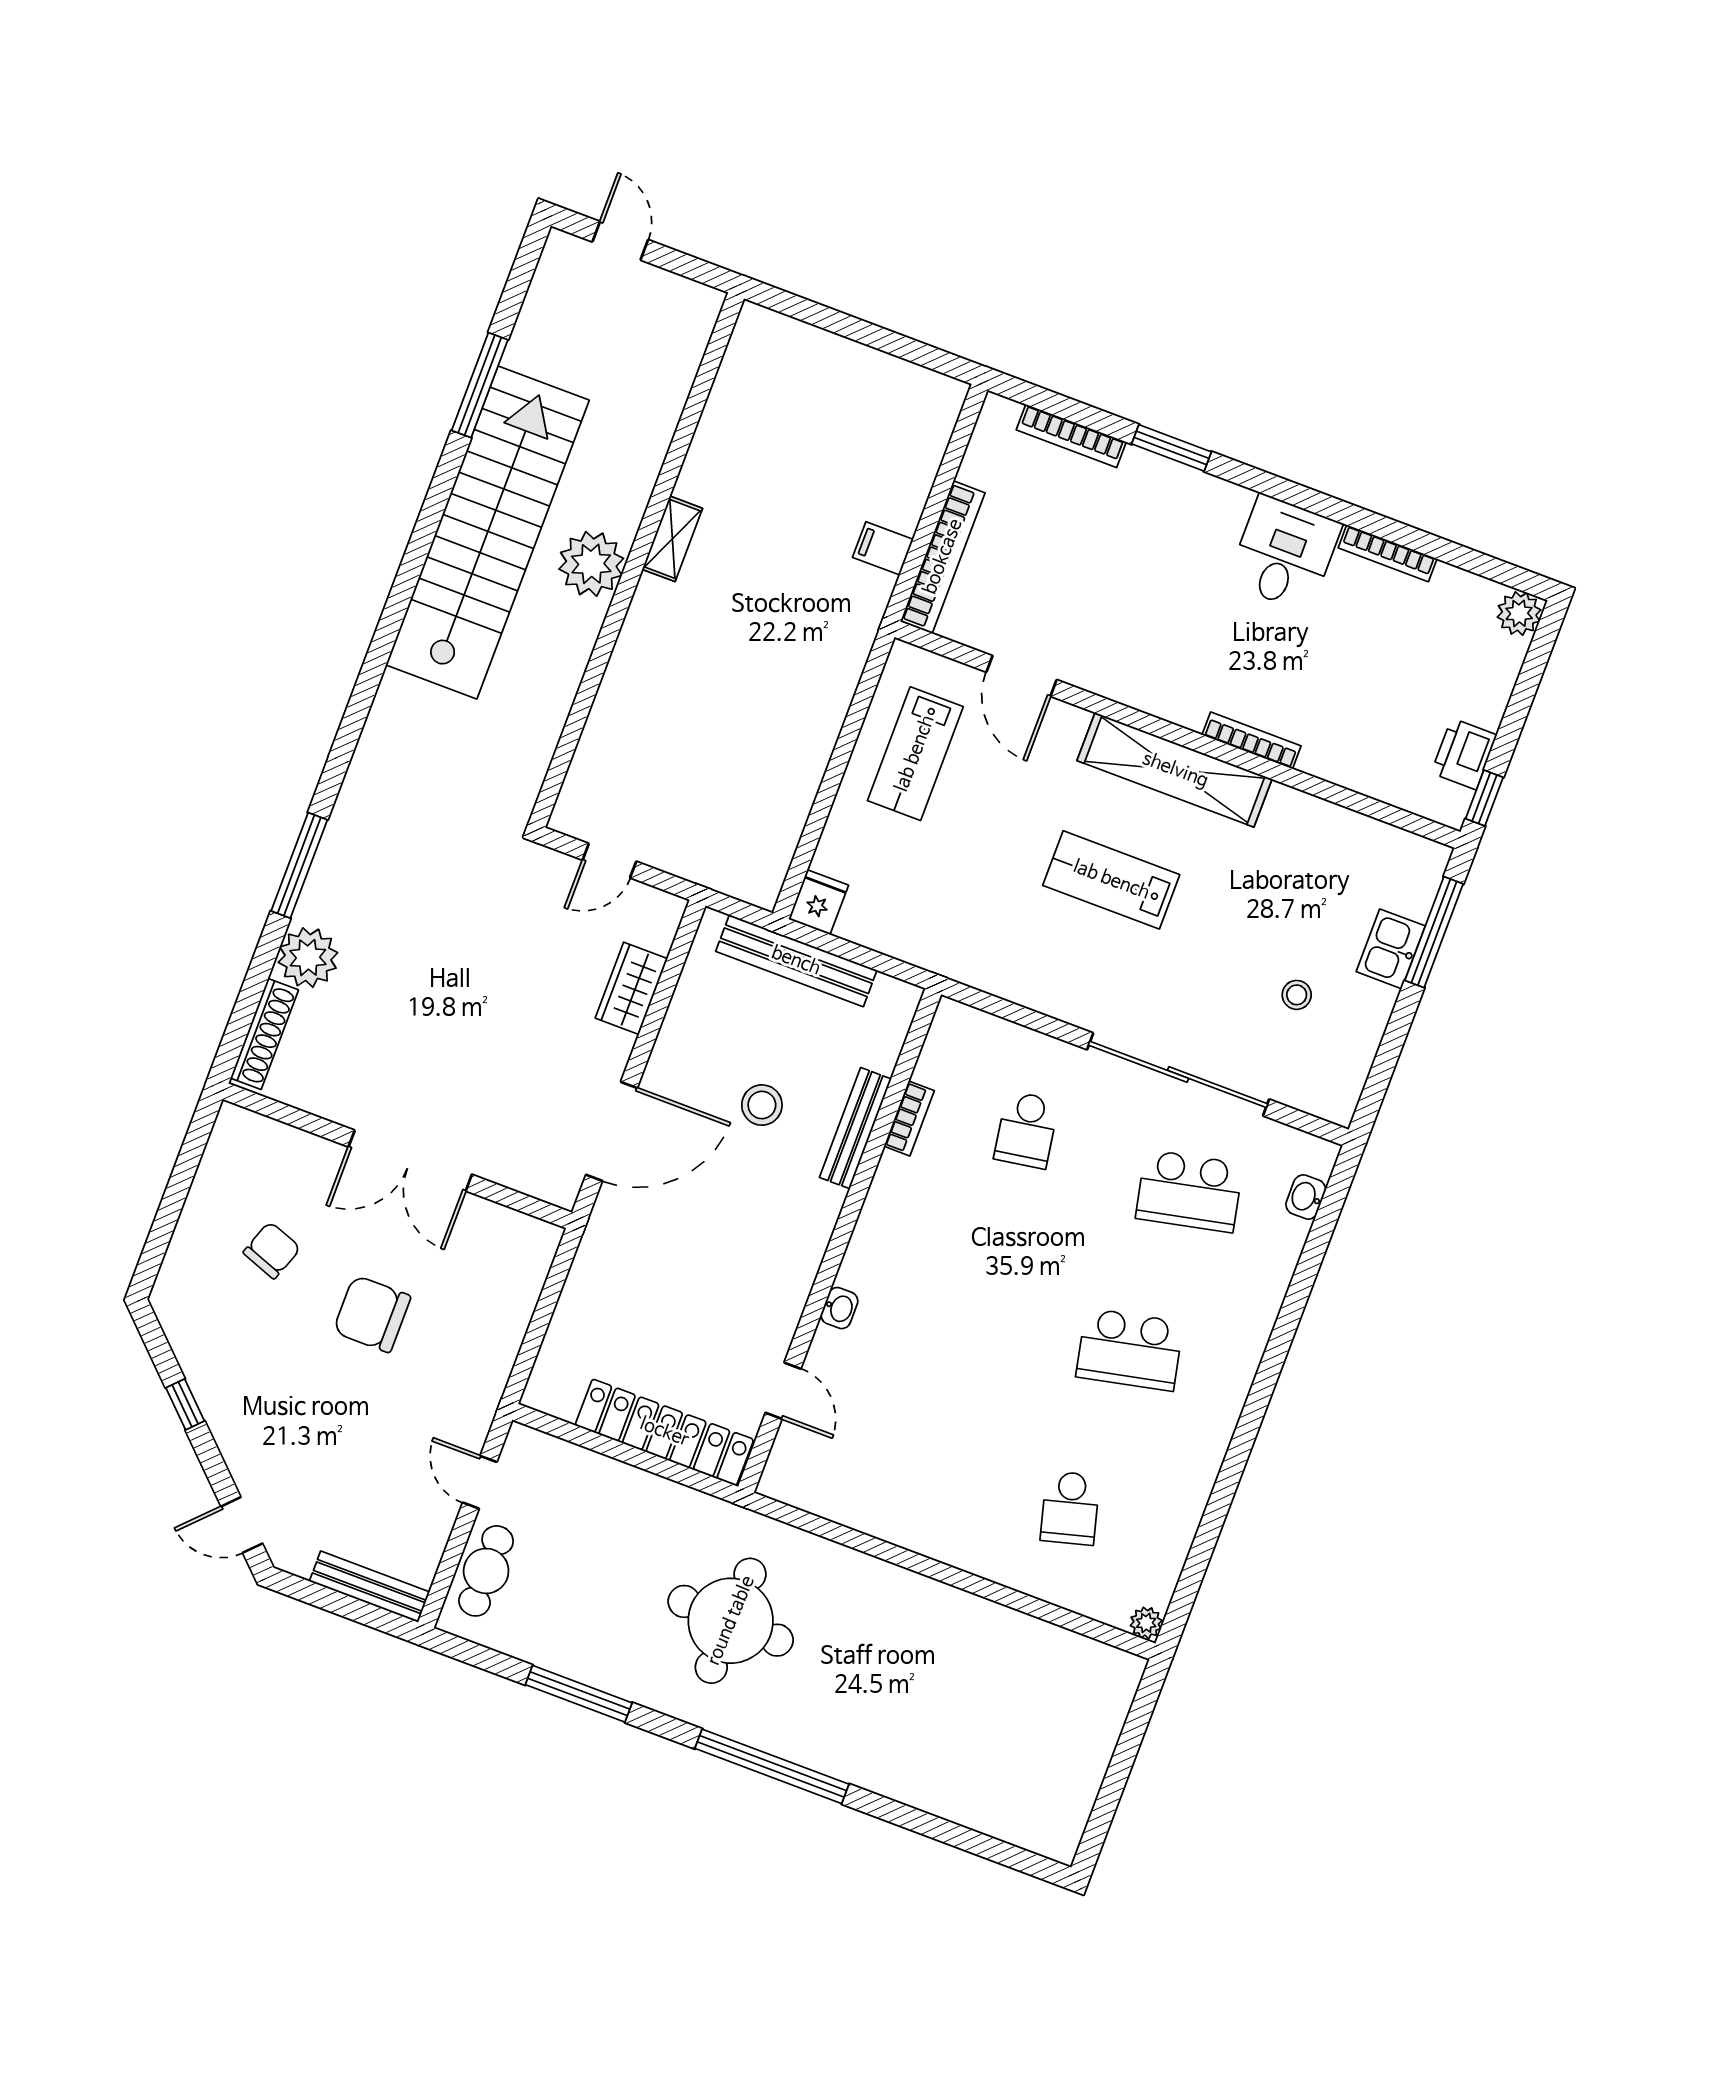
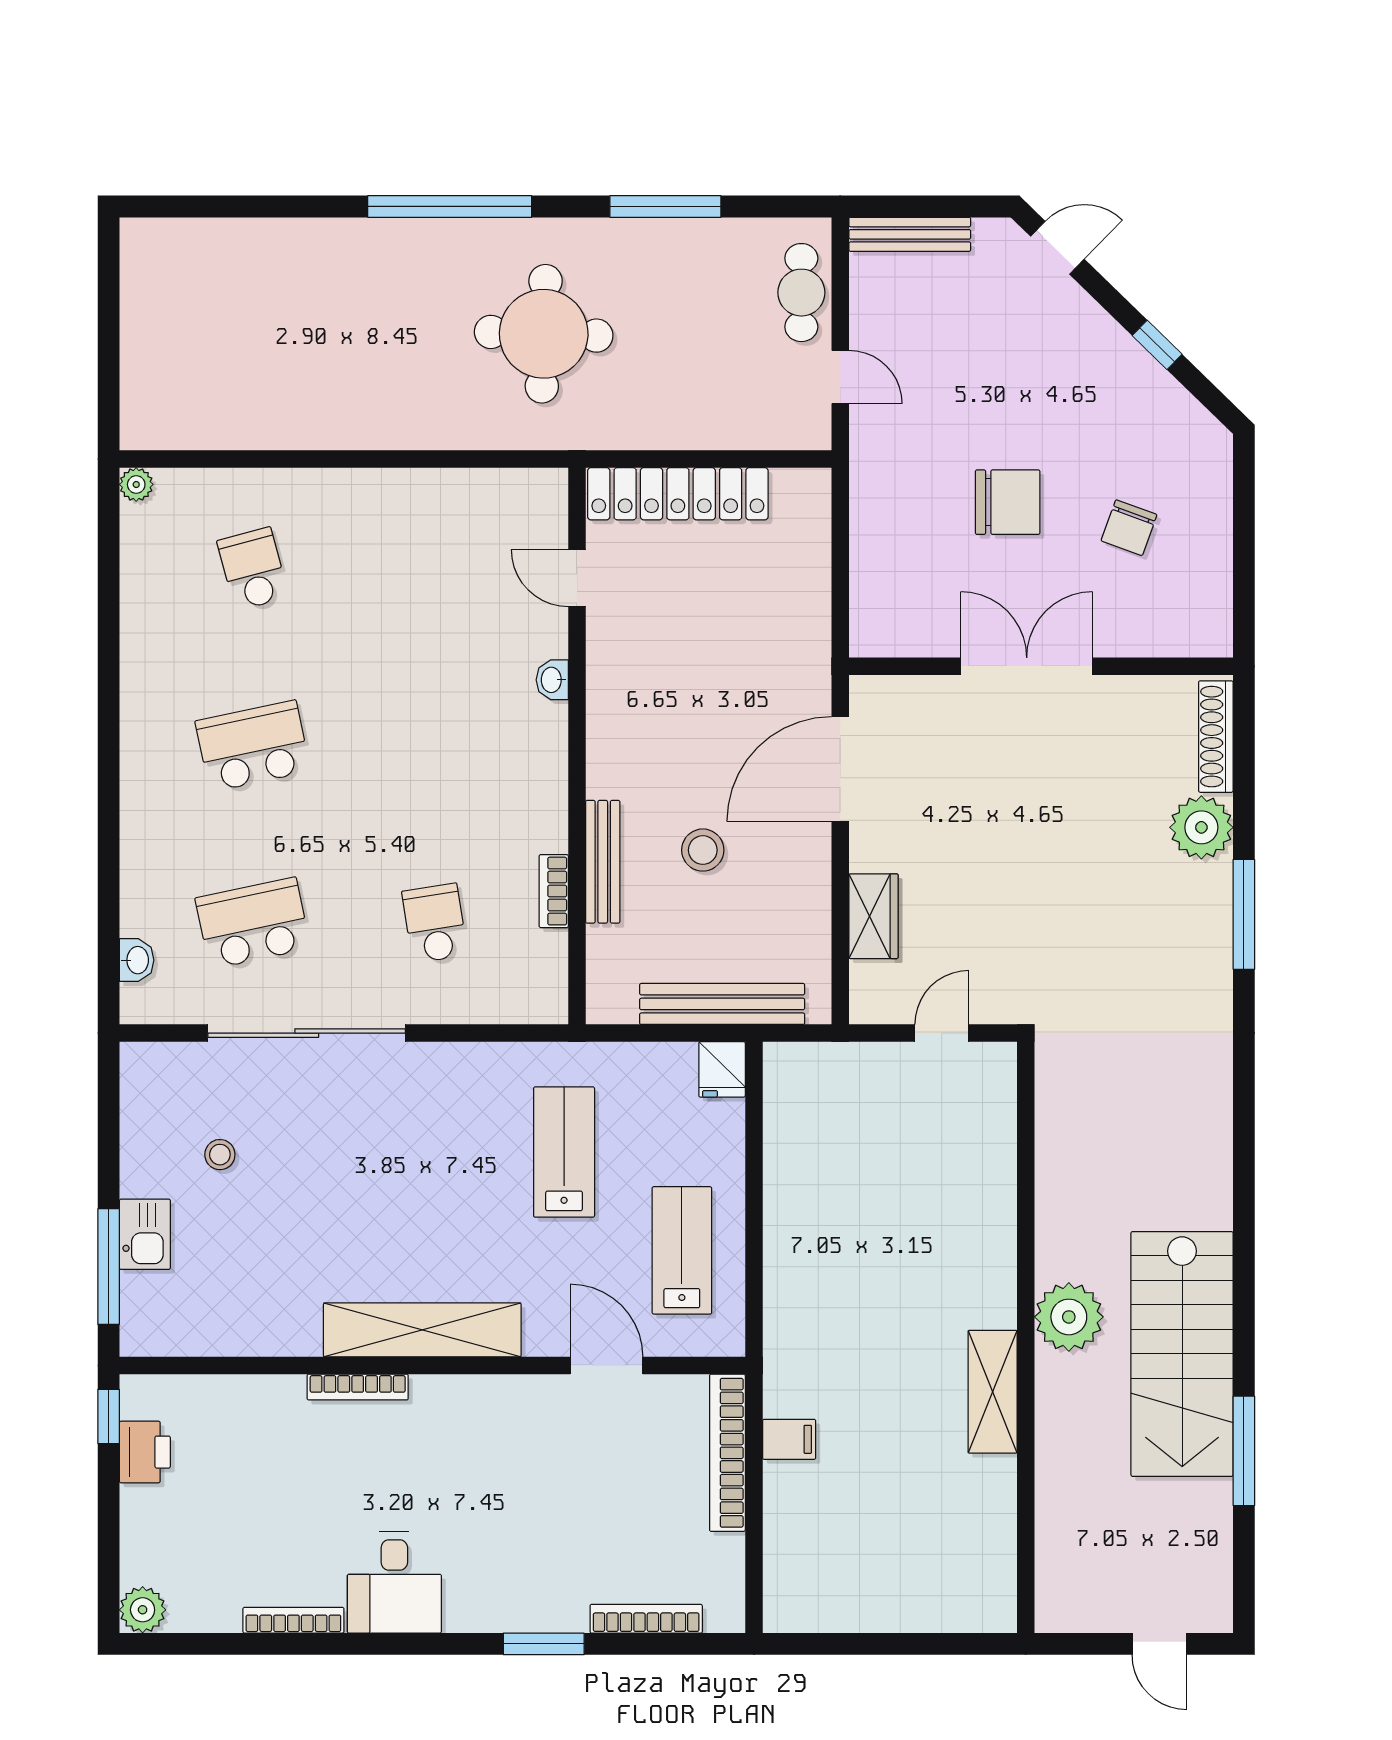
stairs: (487, 532) -> (1182, 1354), width x0.73
shelving: (672, 539) -> (993, 1392), width x1.50, depth x1.33
lab bench: (1111, 880) -> (564, 1152), moved, turned -90

